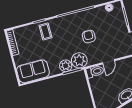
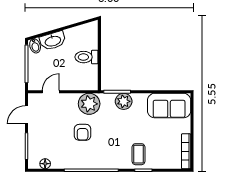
plant: (79, 60) -> (89, 104), moved
door: (109, 62) -> (51, 92), moved
toilet: (95, 72) -> (87, 57), moved

